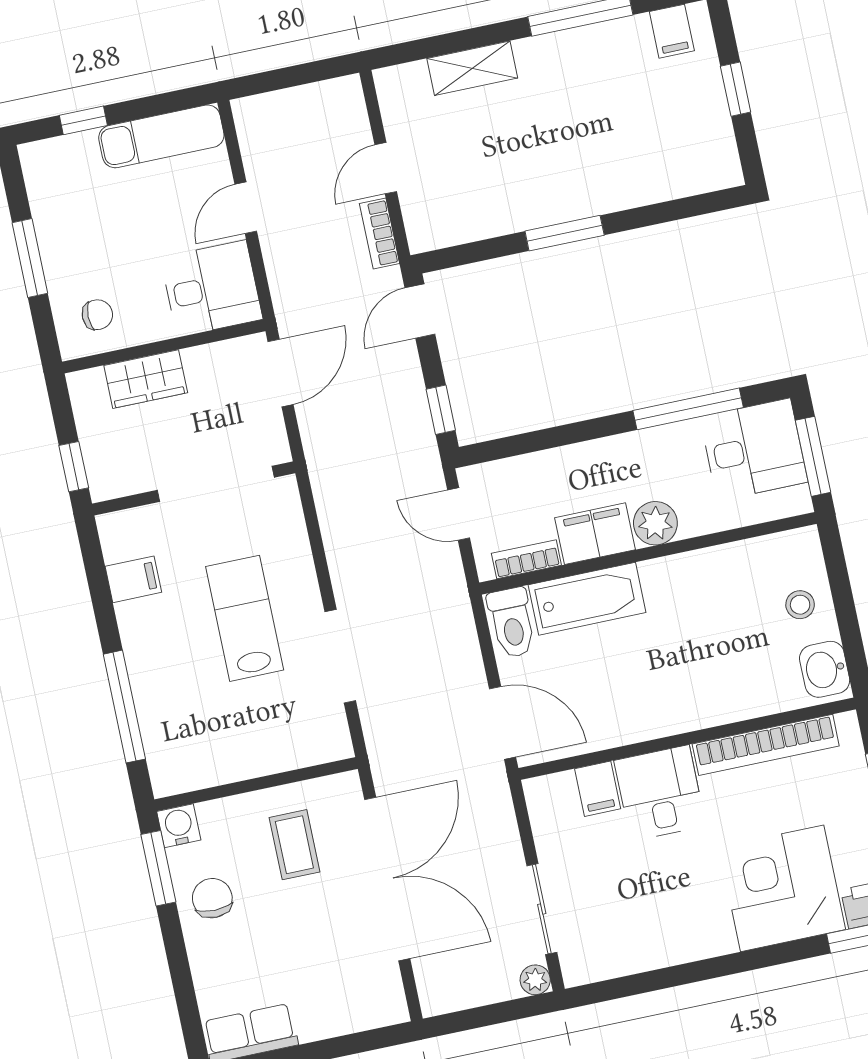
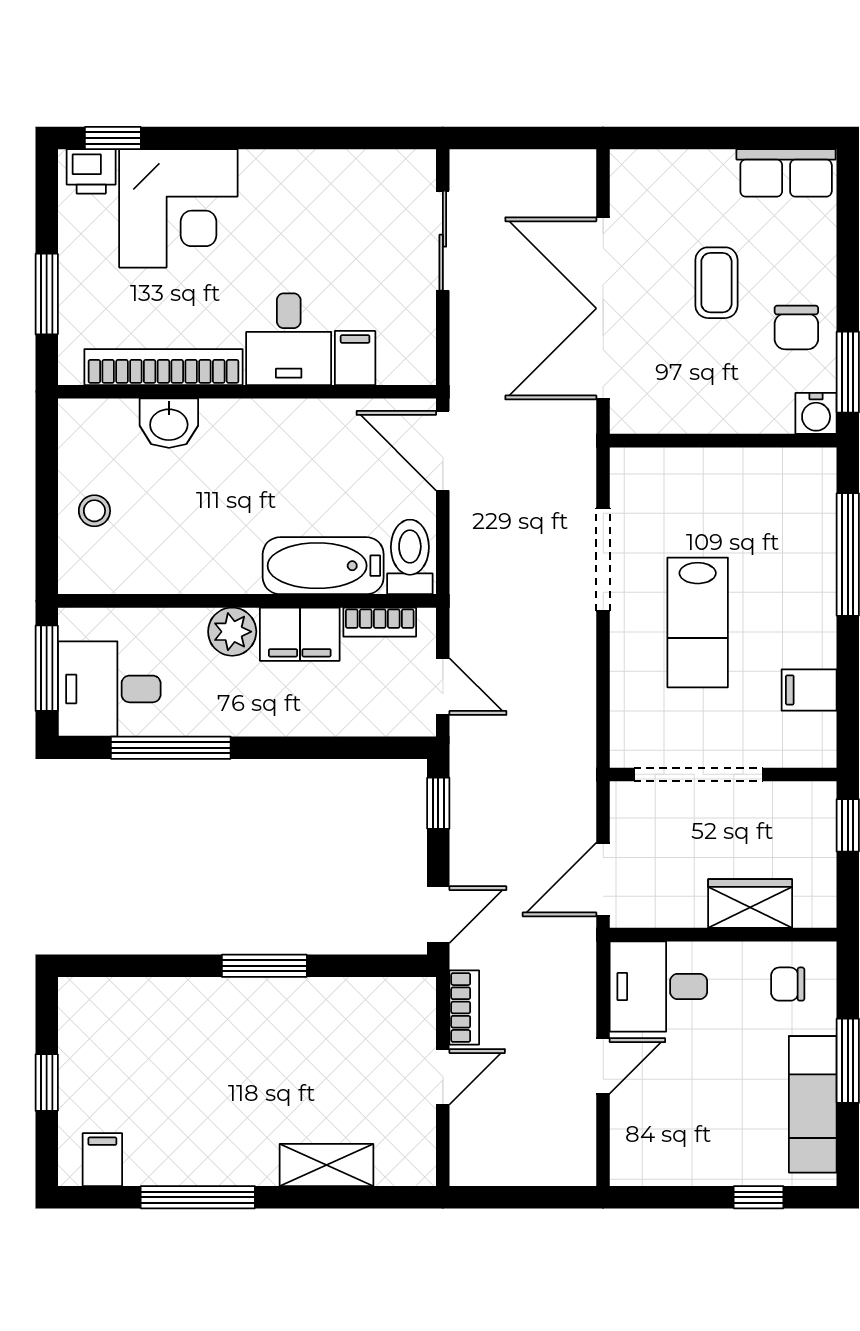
exam couch: (161, 136) -> (813, 1104), moved, turned -90
washbasin: (825, 669) -> (169, 423), moved, turned 90
coffee table: (294, 845) -> (716, 283), moved
plant: (535, 980) -> (466, 166), removed

